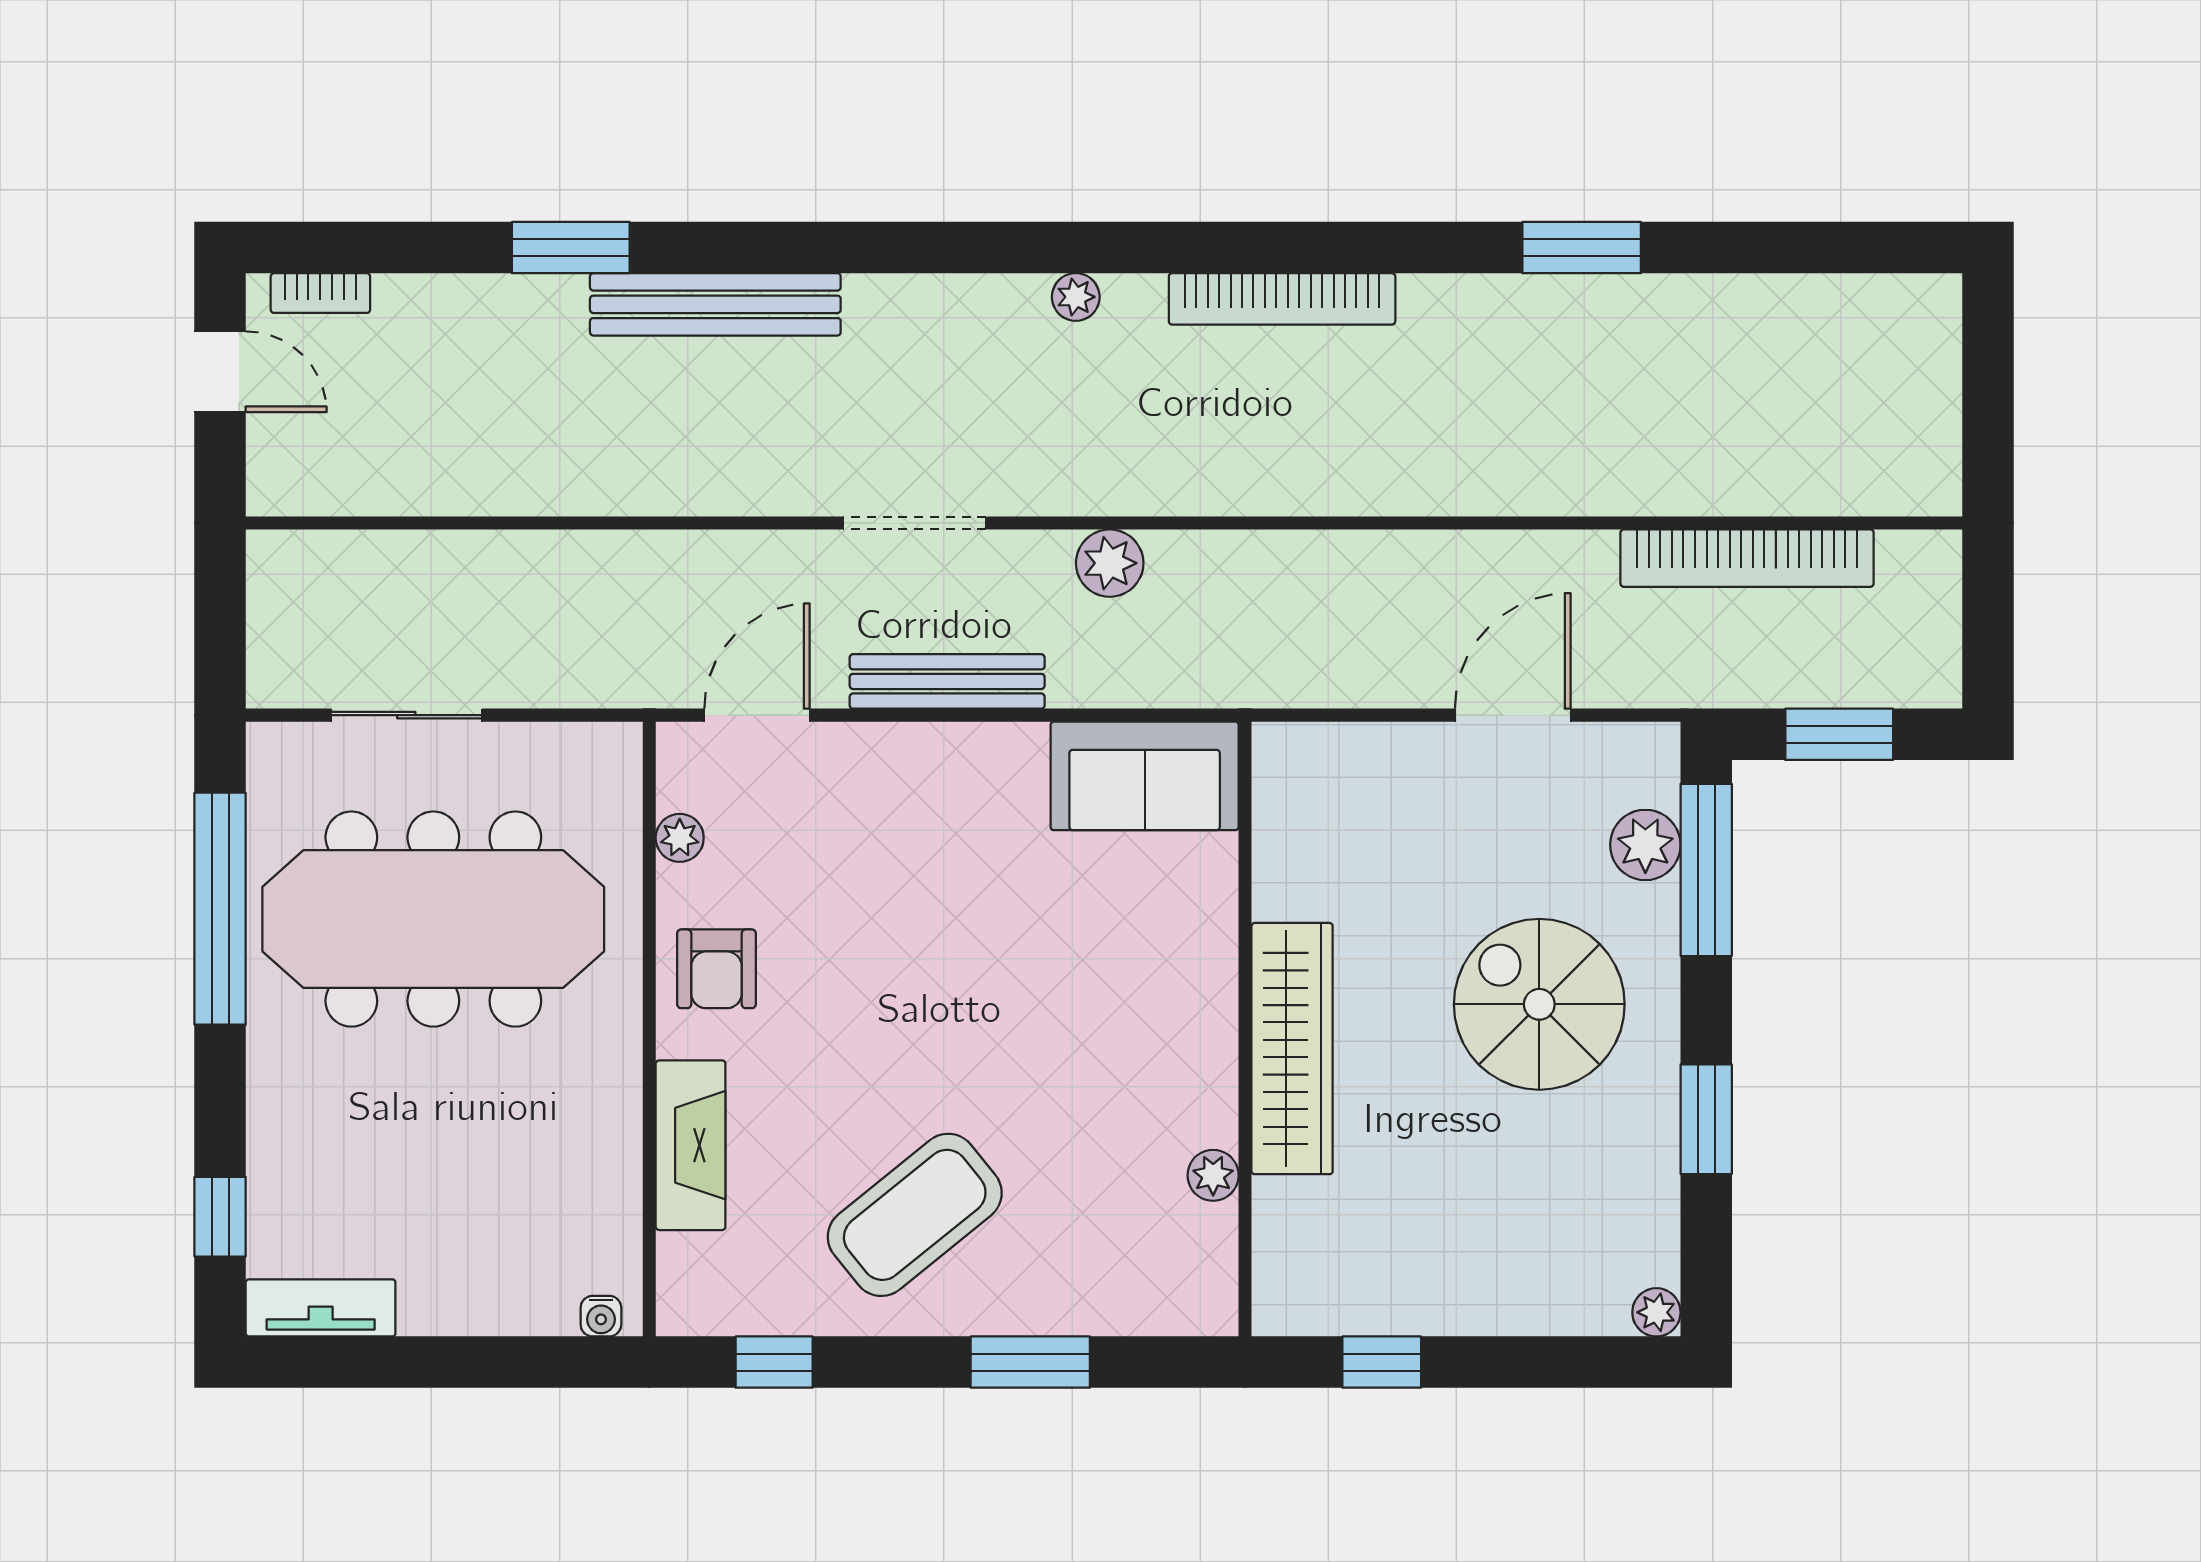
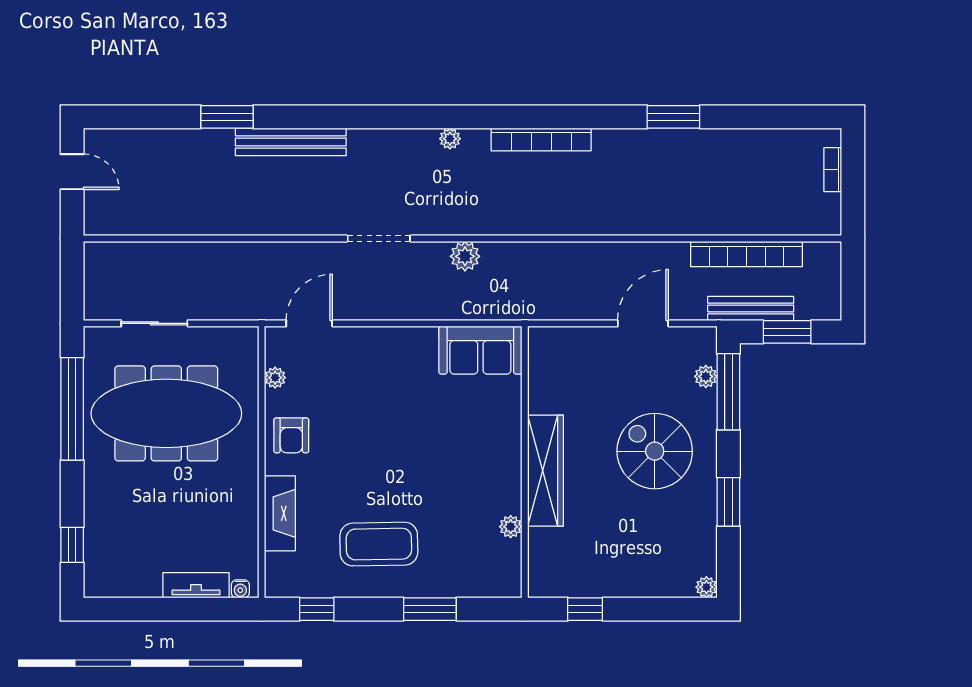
bookcase: (320, 293) -> (833, 170), moved, turned 90
bench: (947, 681) -> (751, 308), moved
plant: (1645, 845) -> (706, 376), width x0.73, depth x0.73
coffee table: (915, 1215) -> (379, 544), turned 38
tv unit: (321, 1308) -> (196, 585), moved

